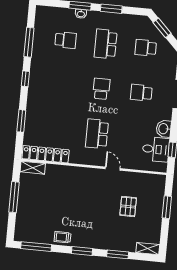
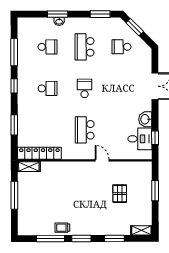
window: (111, 9) -> (100, 14), moved
school desk: (141, 93) -> (48, 88), moved, turned 180
window: (36, 247) -> (51, 239), moved

